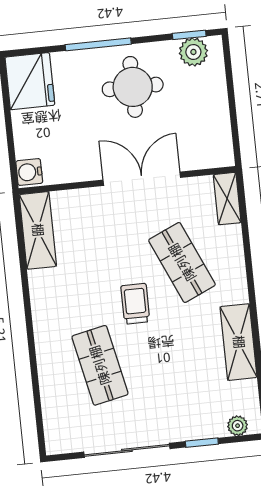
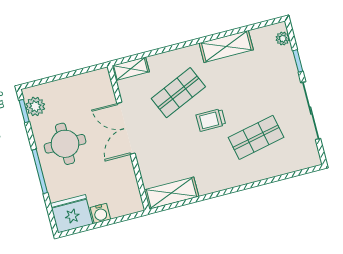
water cooler: (29, 172) -> (100, 213), moved

